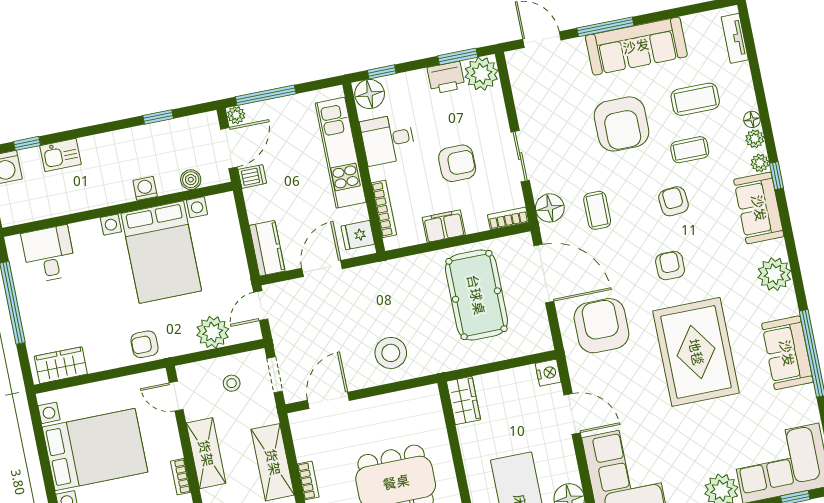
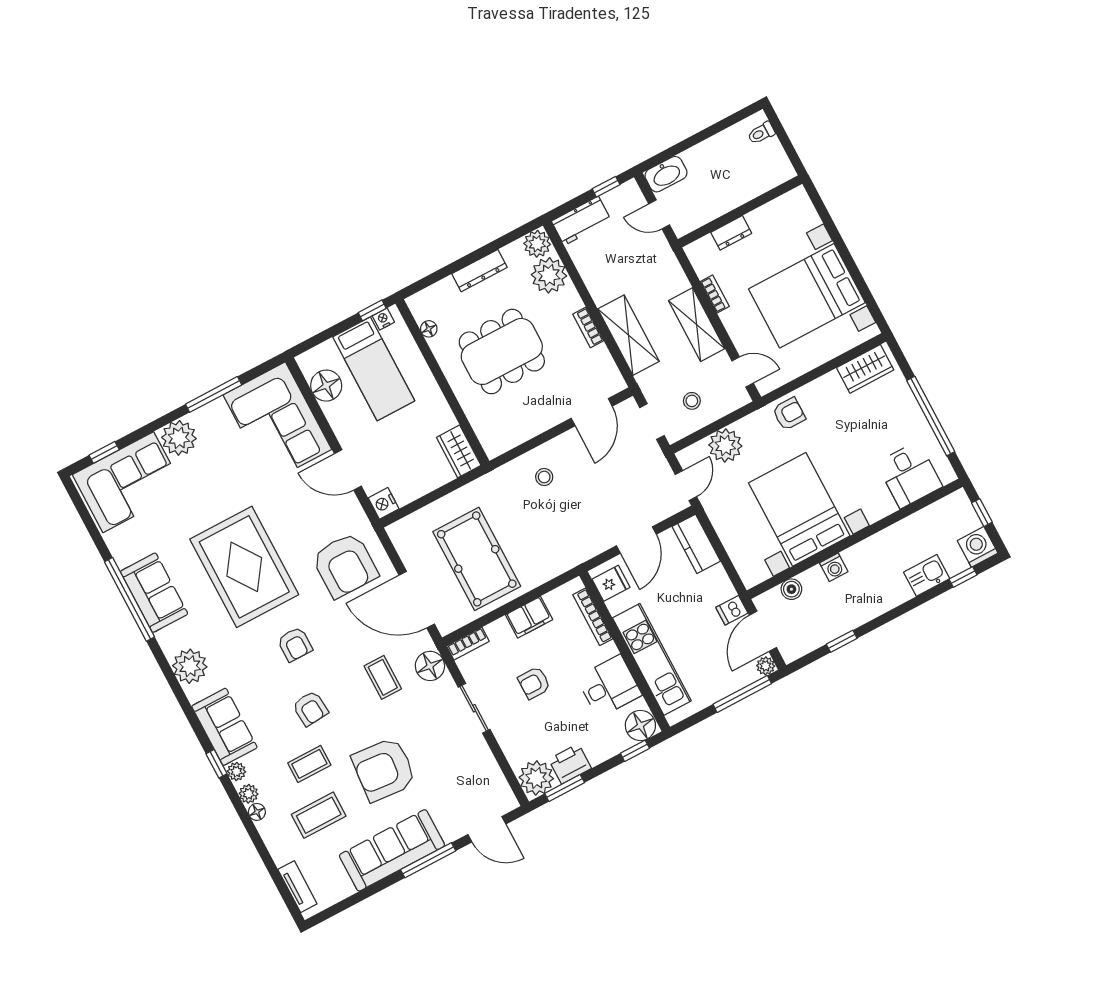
armchair: (622, 124) -> (384, 769), turned -85
armchair: (457, 163) -> (534, 683), width x0.72, depth x0.72
stool: (391, 353) -> (544, 477), width x0.53, depth x0.53

